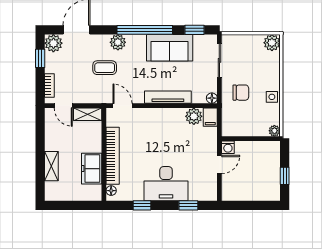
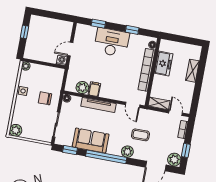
filing cabinet: (210, 117) -> (94, 89), moved

